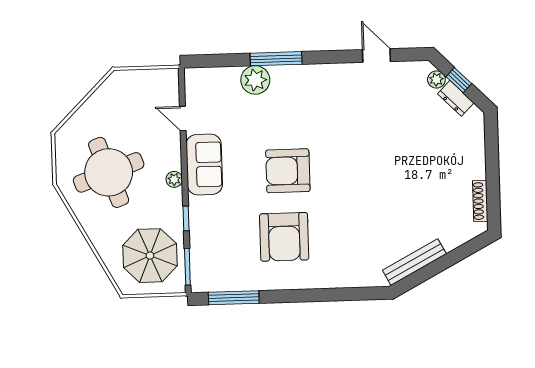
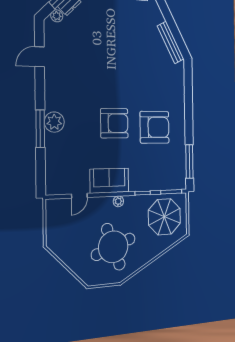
plant: (255, 80) -> (54, 122), moved
armchair: (288, 171) -> (114, 123), turned -90

